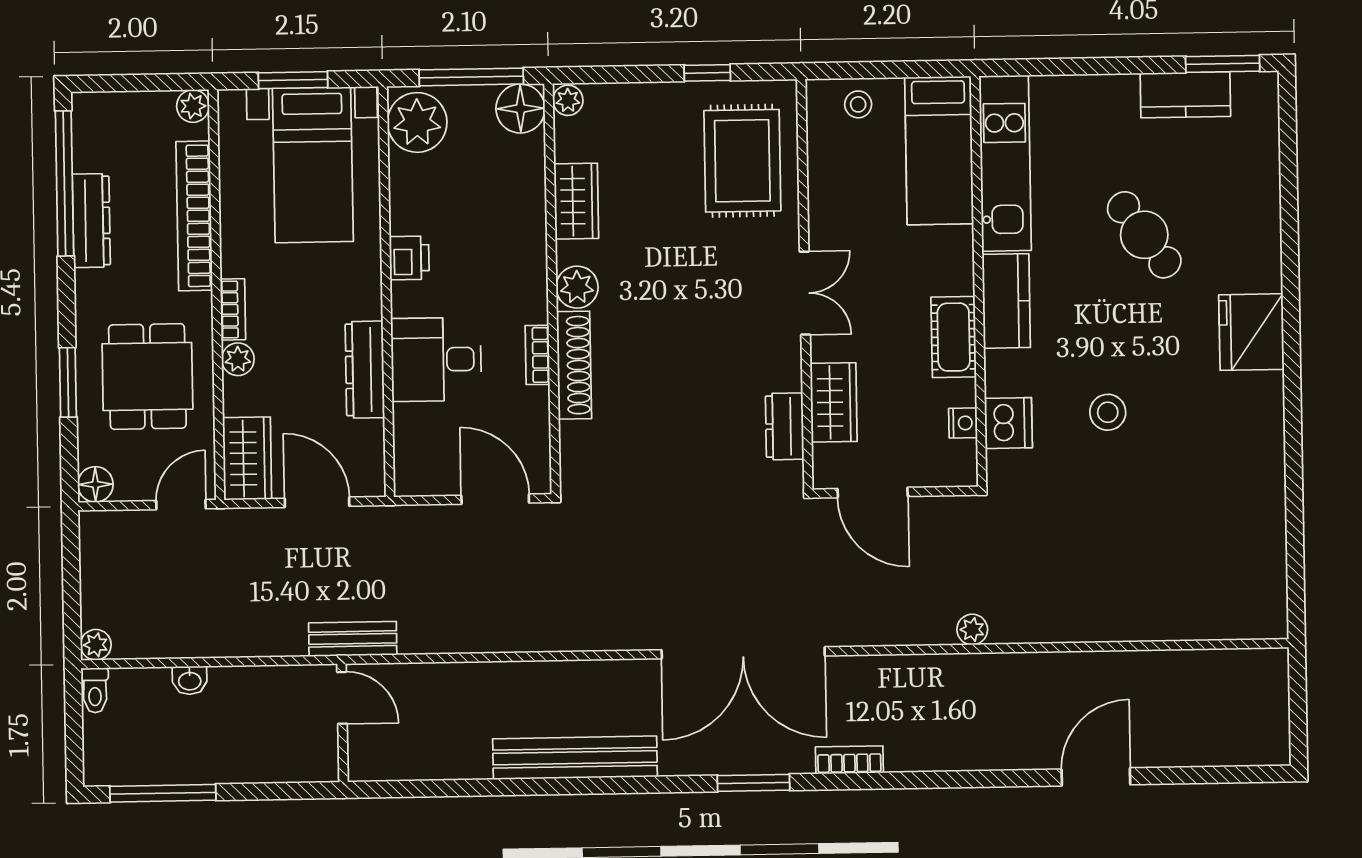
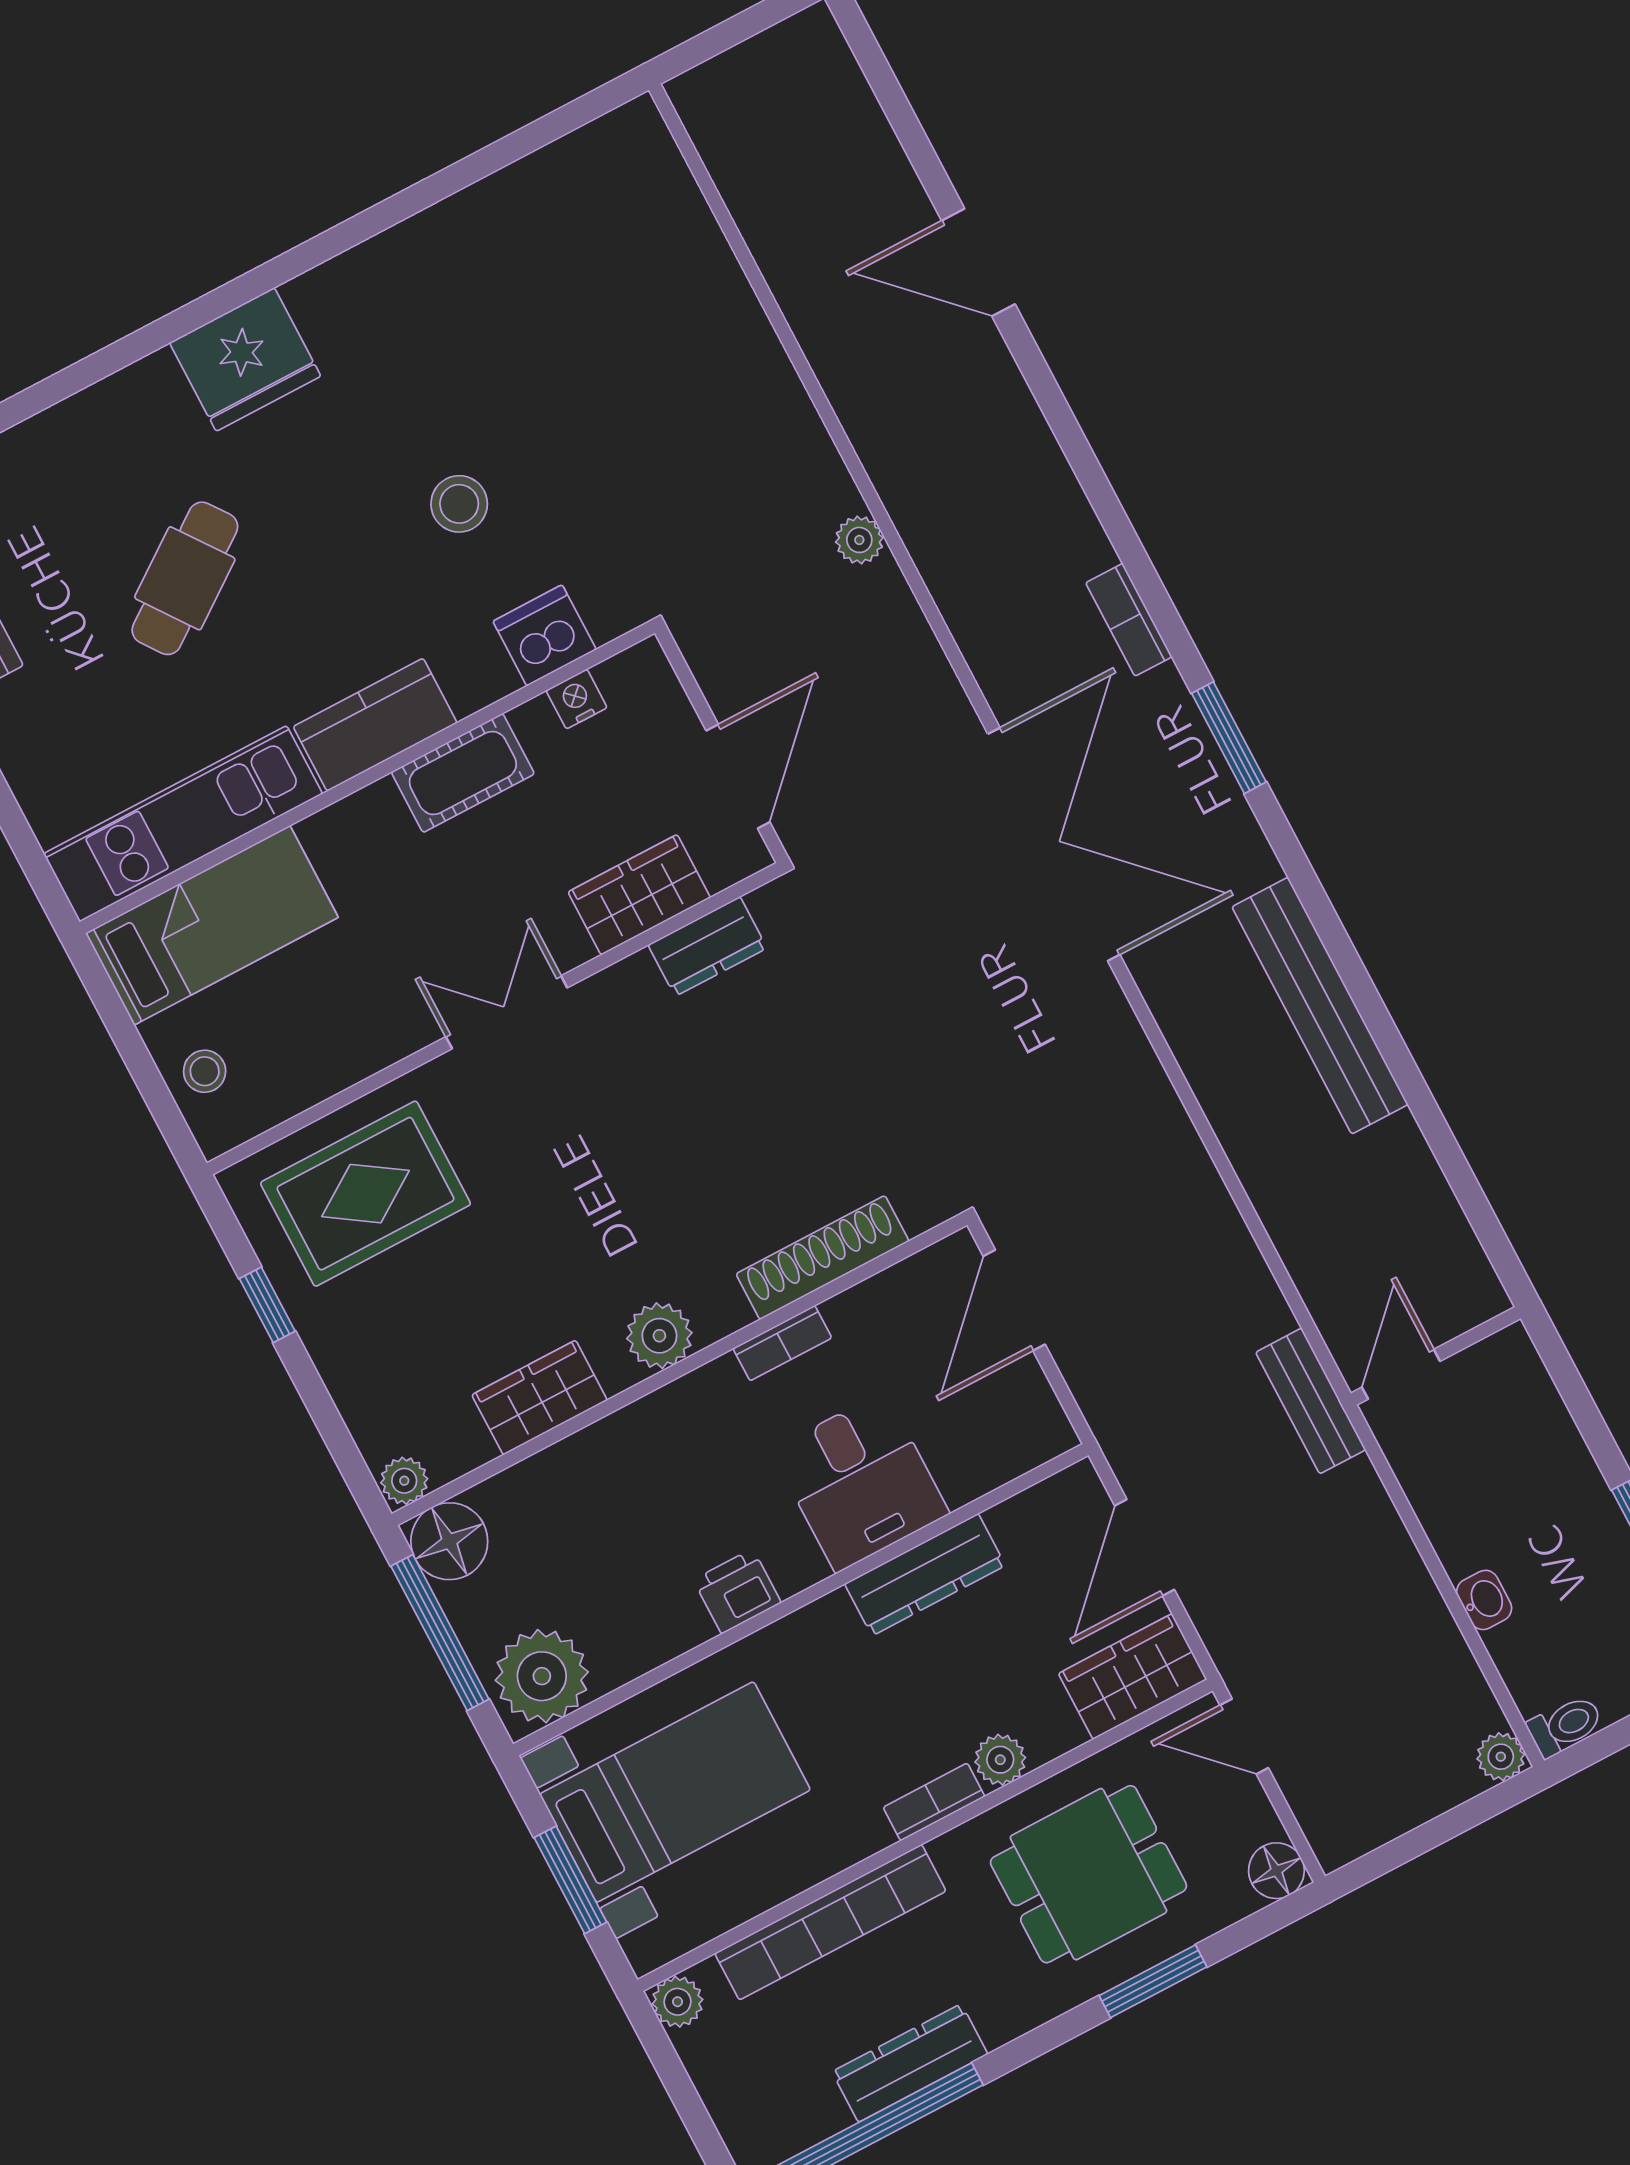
shoe rack: (574, 365) -> (822, 1258), moved

